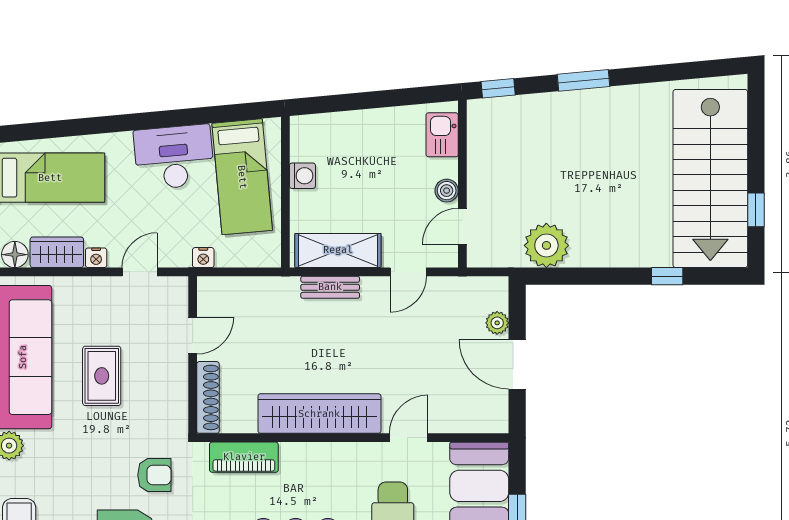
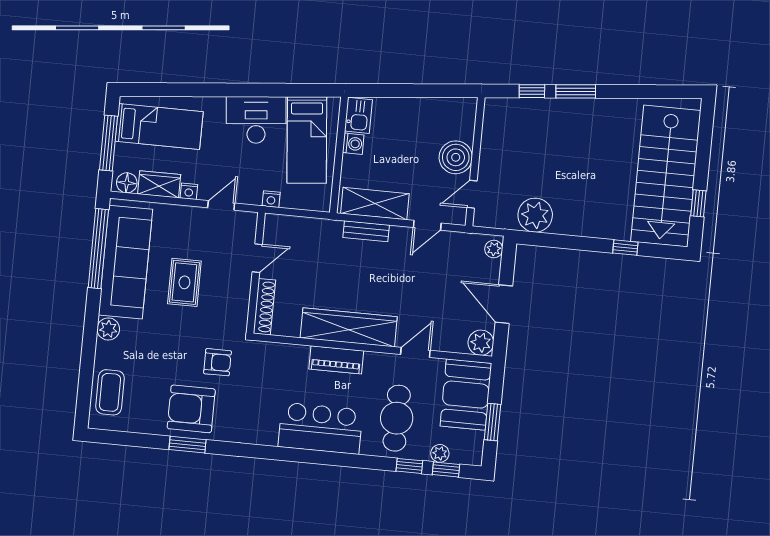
window: (498, 88) -> (532, 91), moved
kitchen sink: (442, 135) -> (358, 115), moved, turned 180
boiler: (447, 191) -> (456, 157), width x1.86, depth x1.86
plant: (497, 323) -> (494, 249), moved
plant: (492, 417) -> (481, 343), added
piano: (244, 457) -> (336, 360), moved

